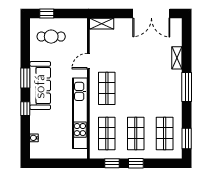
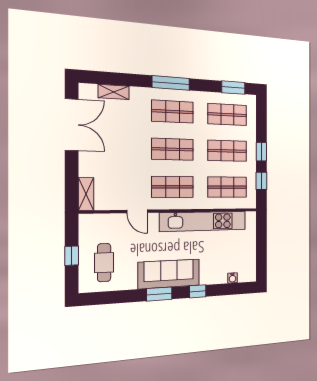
window: (47, 14) -> (72, 256), moved
shelving: (177, 58) -> (114, 92), moved
shop shelf: (136, 88) -> (173, 149), added
shop shelf: (165, 88) -> (173, 112), added

